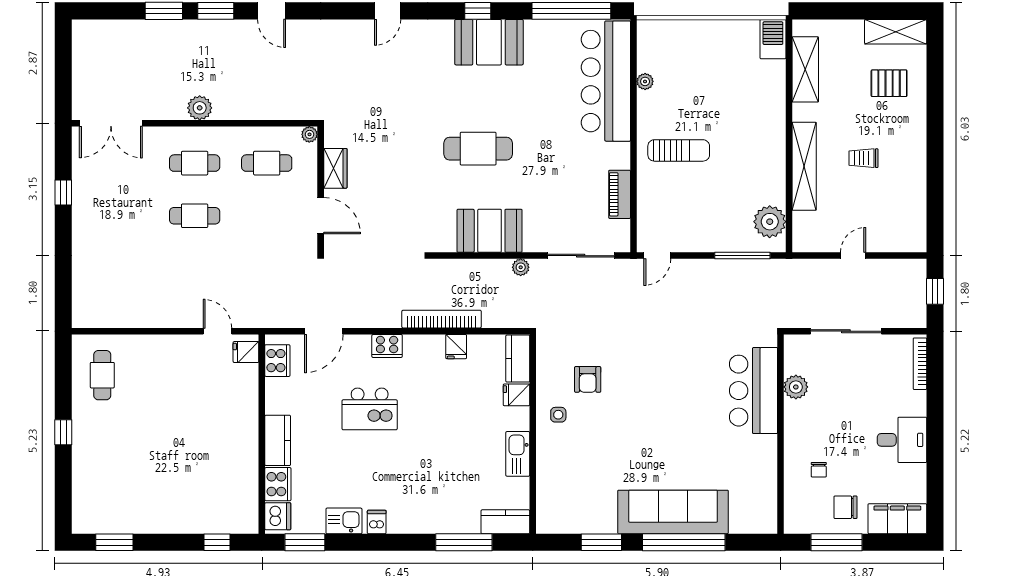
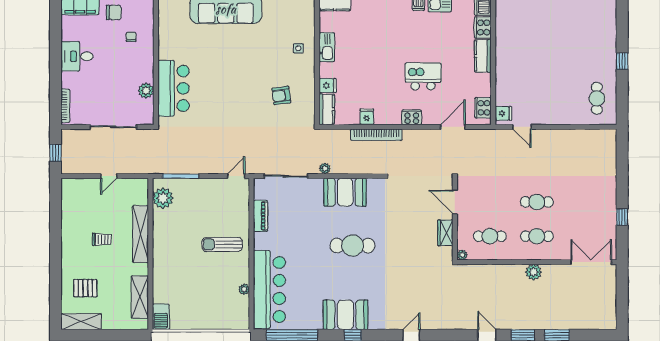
armchair: (588, 379) -> (281, 96), turned -98
side table: (558, 415) -> (298, 48), moved

